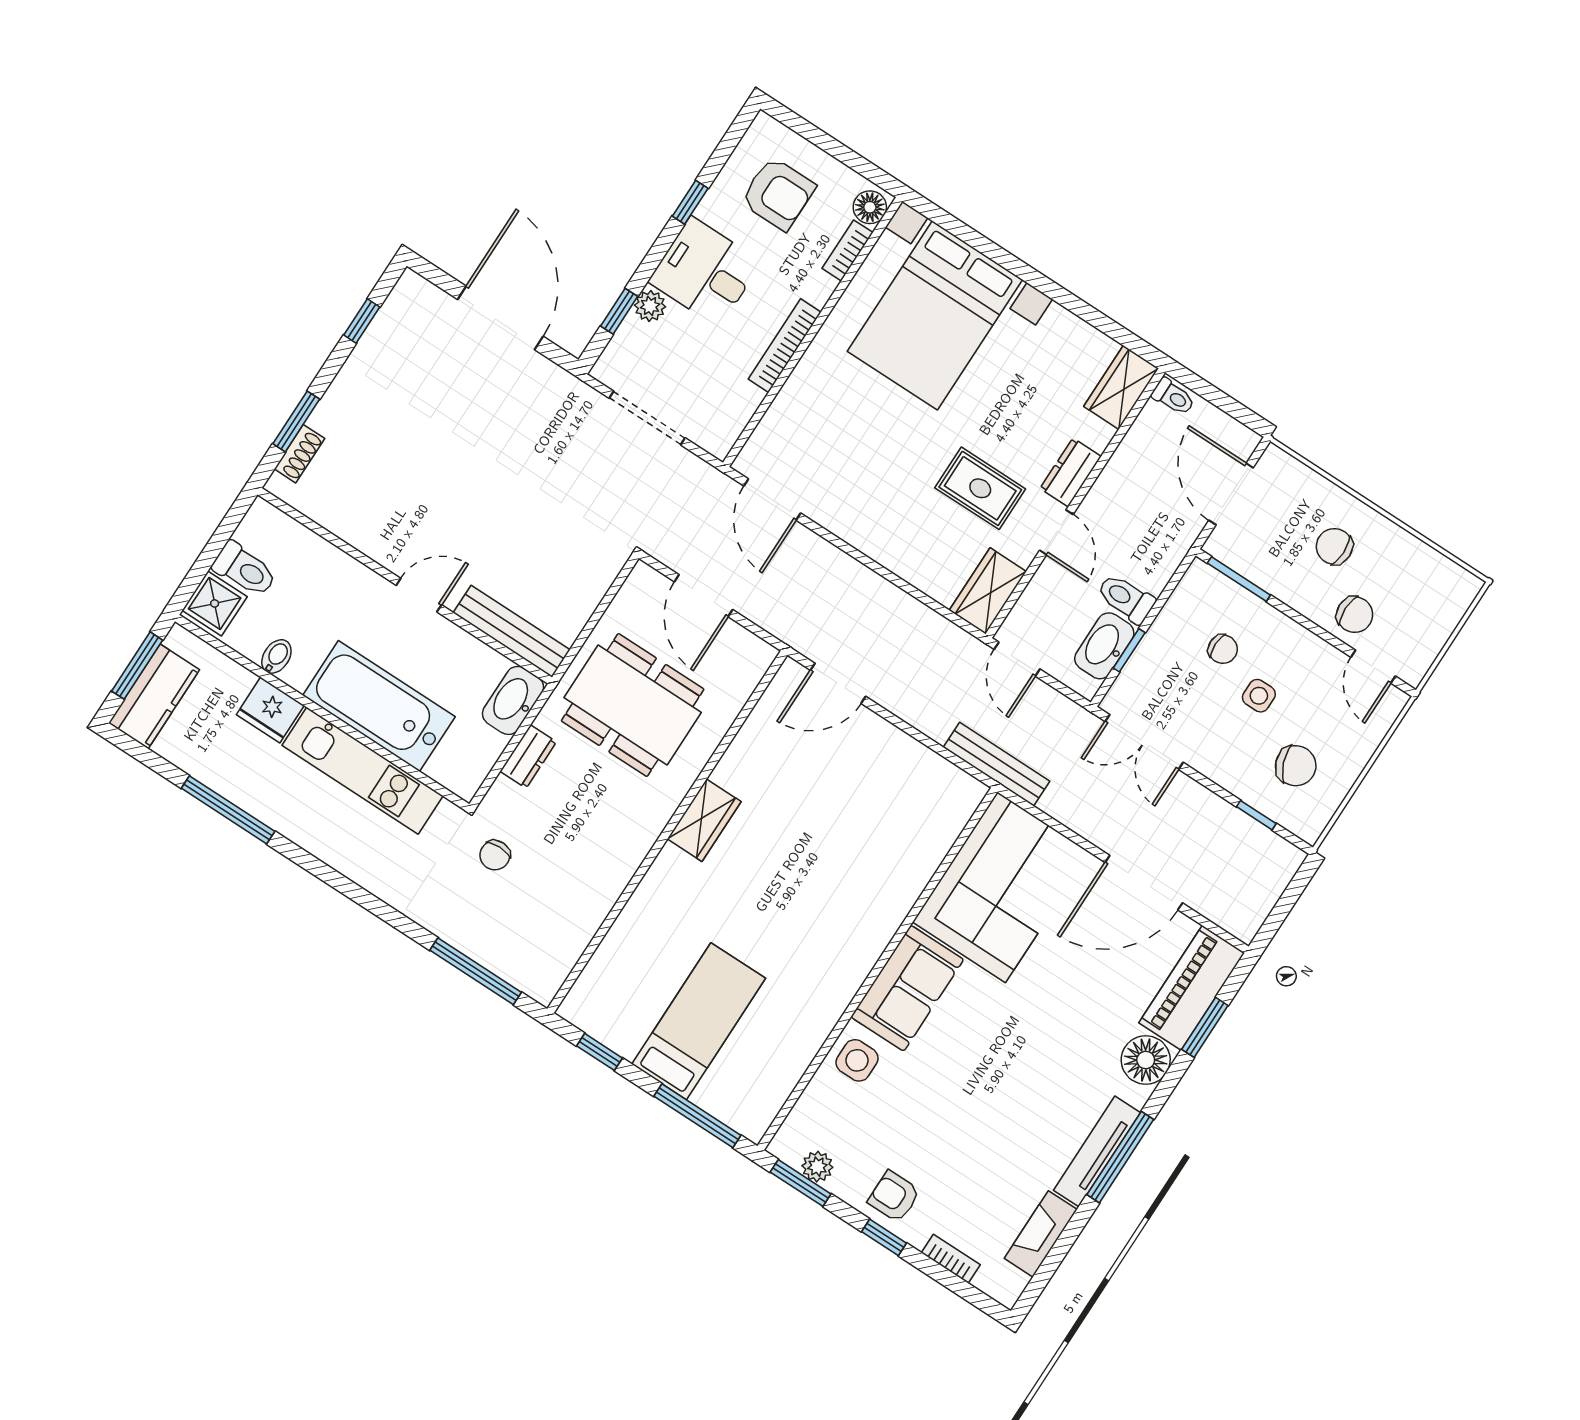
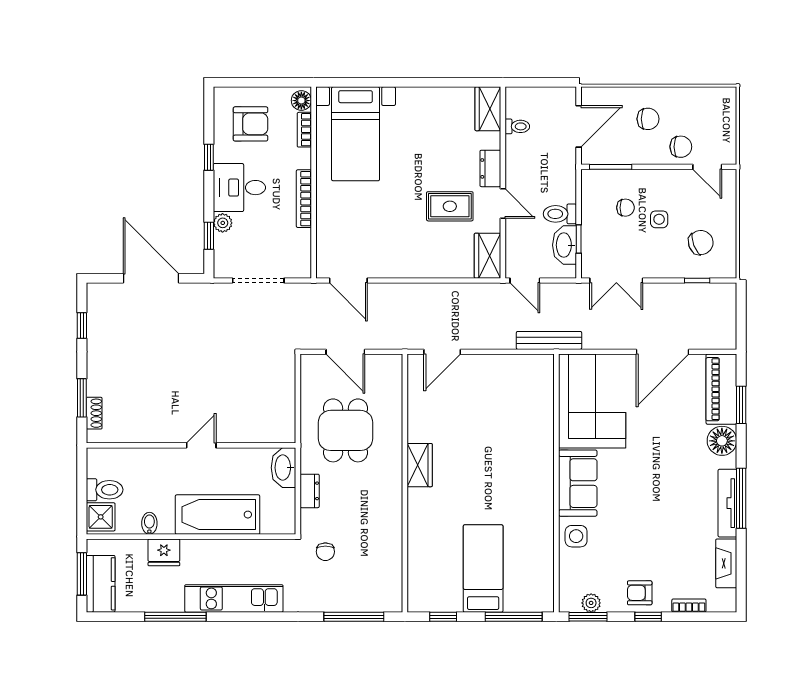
bed with nightstands: (935, 315) -> (356, 134), width x0.73
toilet: (1173, 397) -> (517, 126), moved
door: (1231, 494) -> (579, 126), swing flipped
chair: (1334, 546) -> (648, 119), turned 180
bench: (512, 631) -> (260, 433), removed
dining table: (633, 705) -> (345, 430), width x0.73
kitchen unit: (362, 771) -> (234, 598), moved, turned 180

